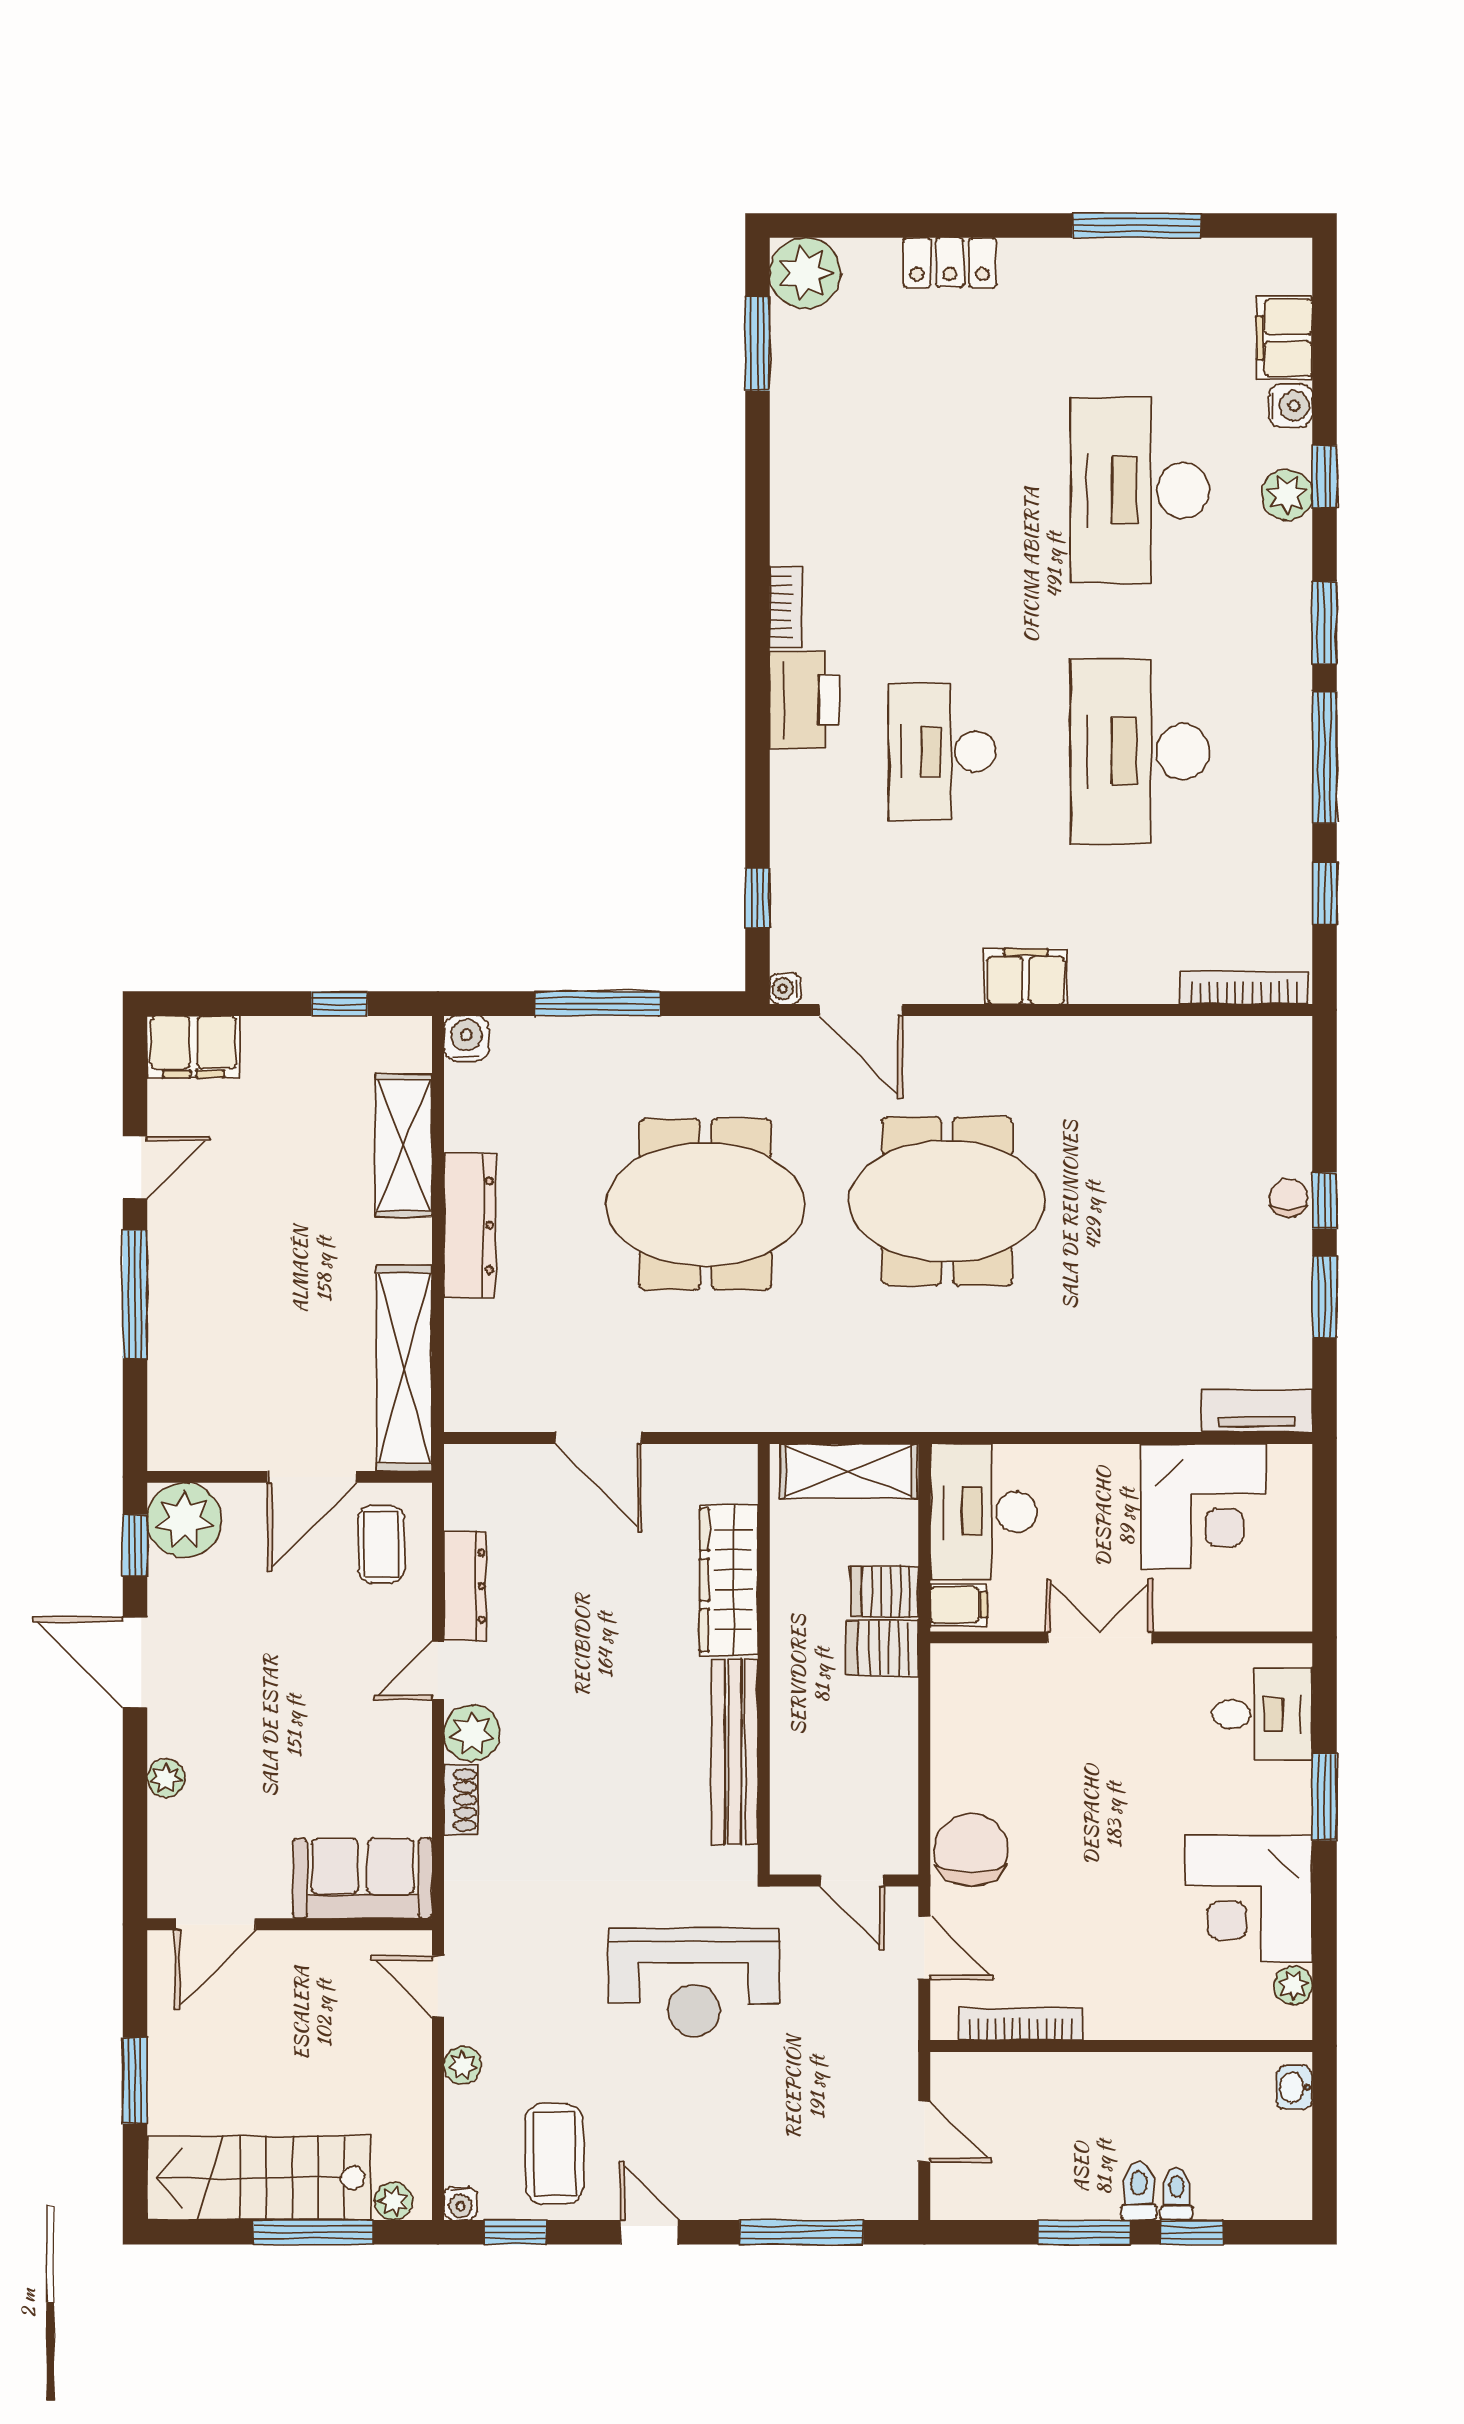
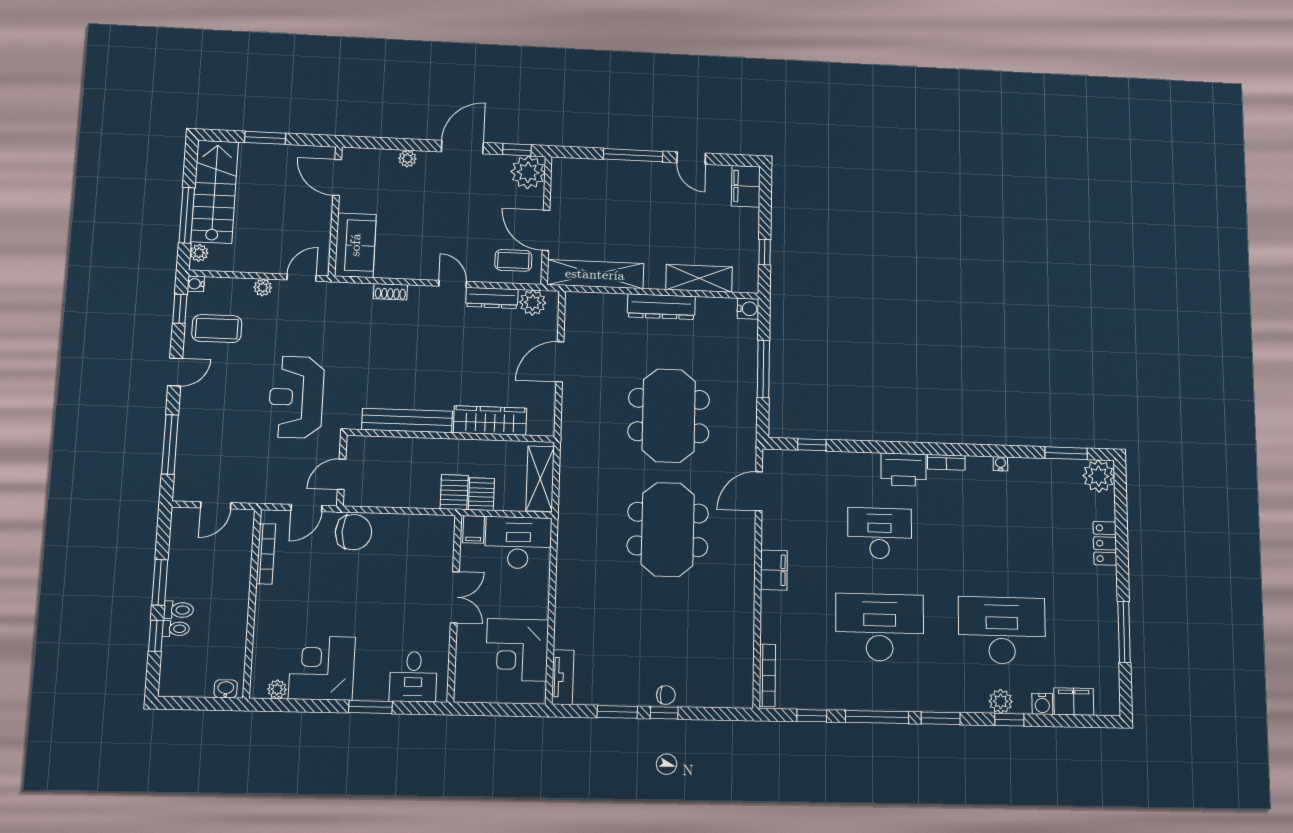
water cooler: (785, 989) -> (1000, 464), moved
plant: (472, 1733) -> (533, 303), moved

